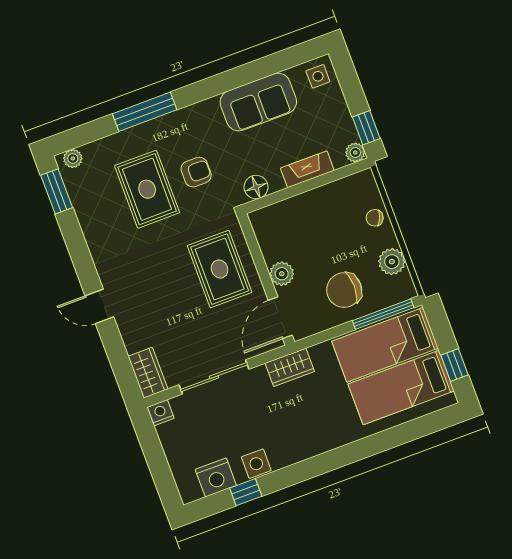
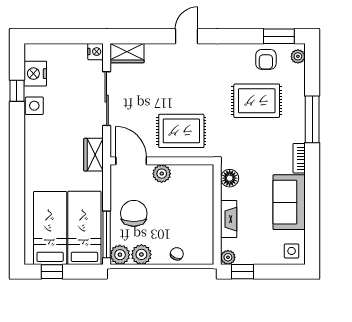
bookcase: (199, 110) -> (299, 158), added
armchair: (196, 172) -> (266, 59), moved
plant: (402, 288) -> (120, 255), added

